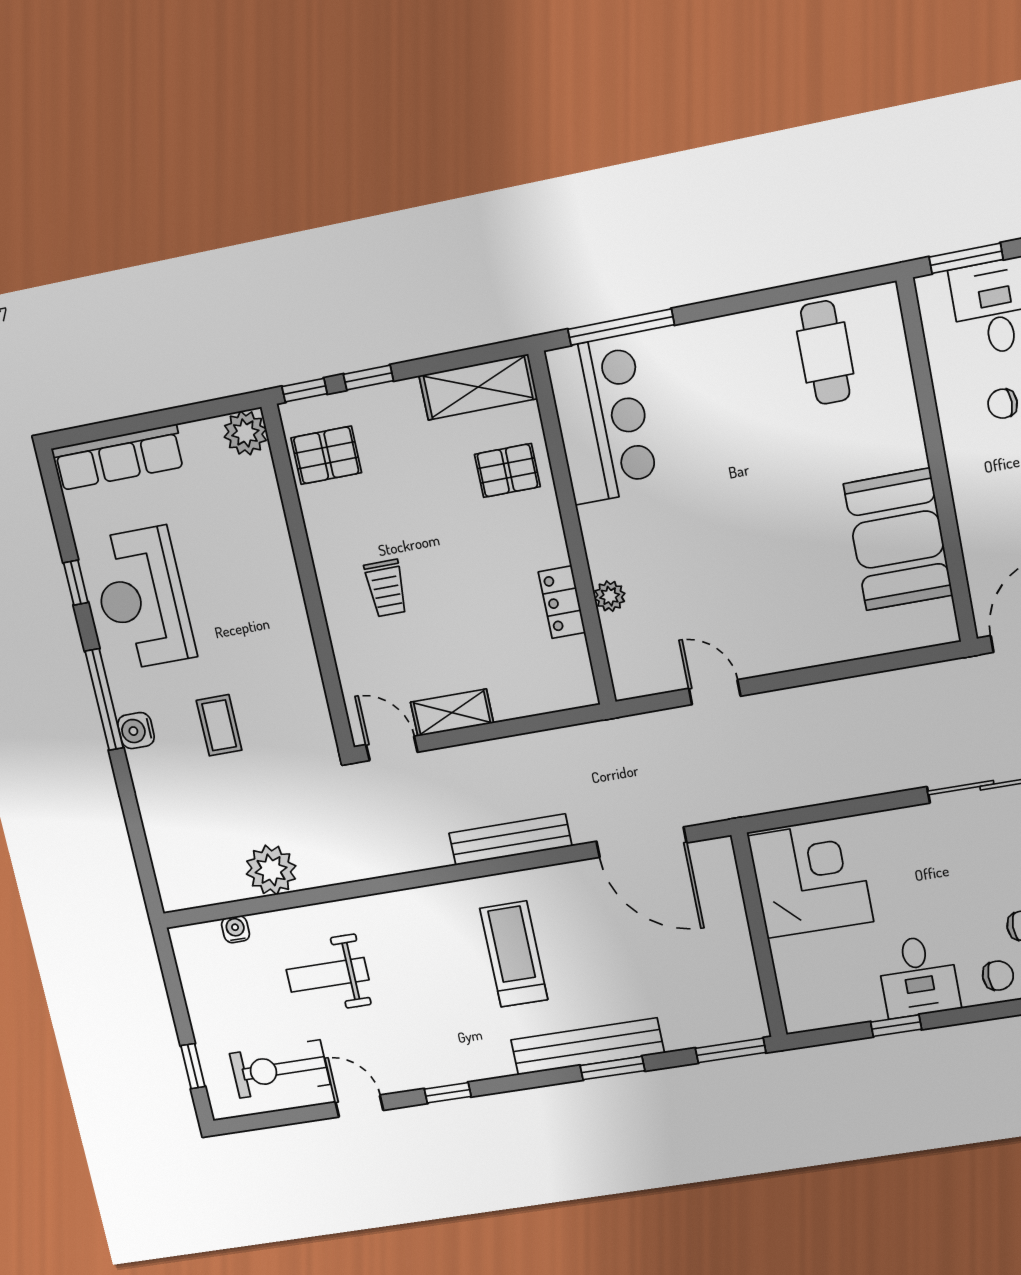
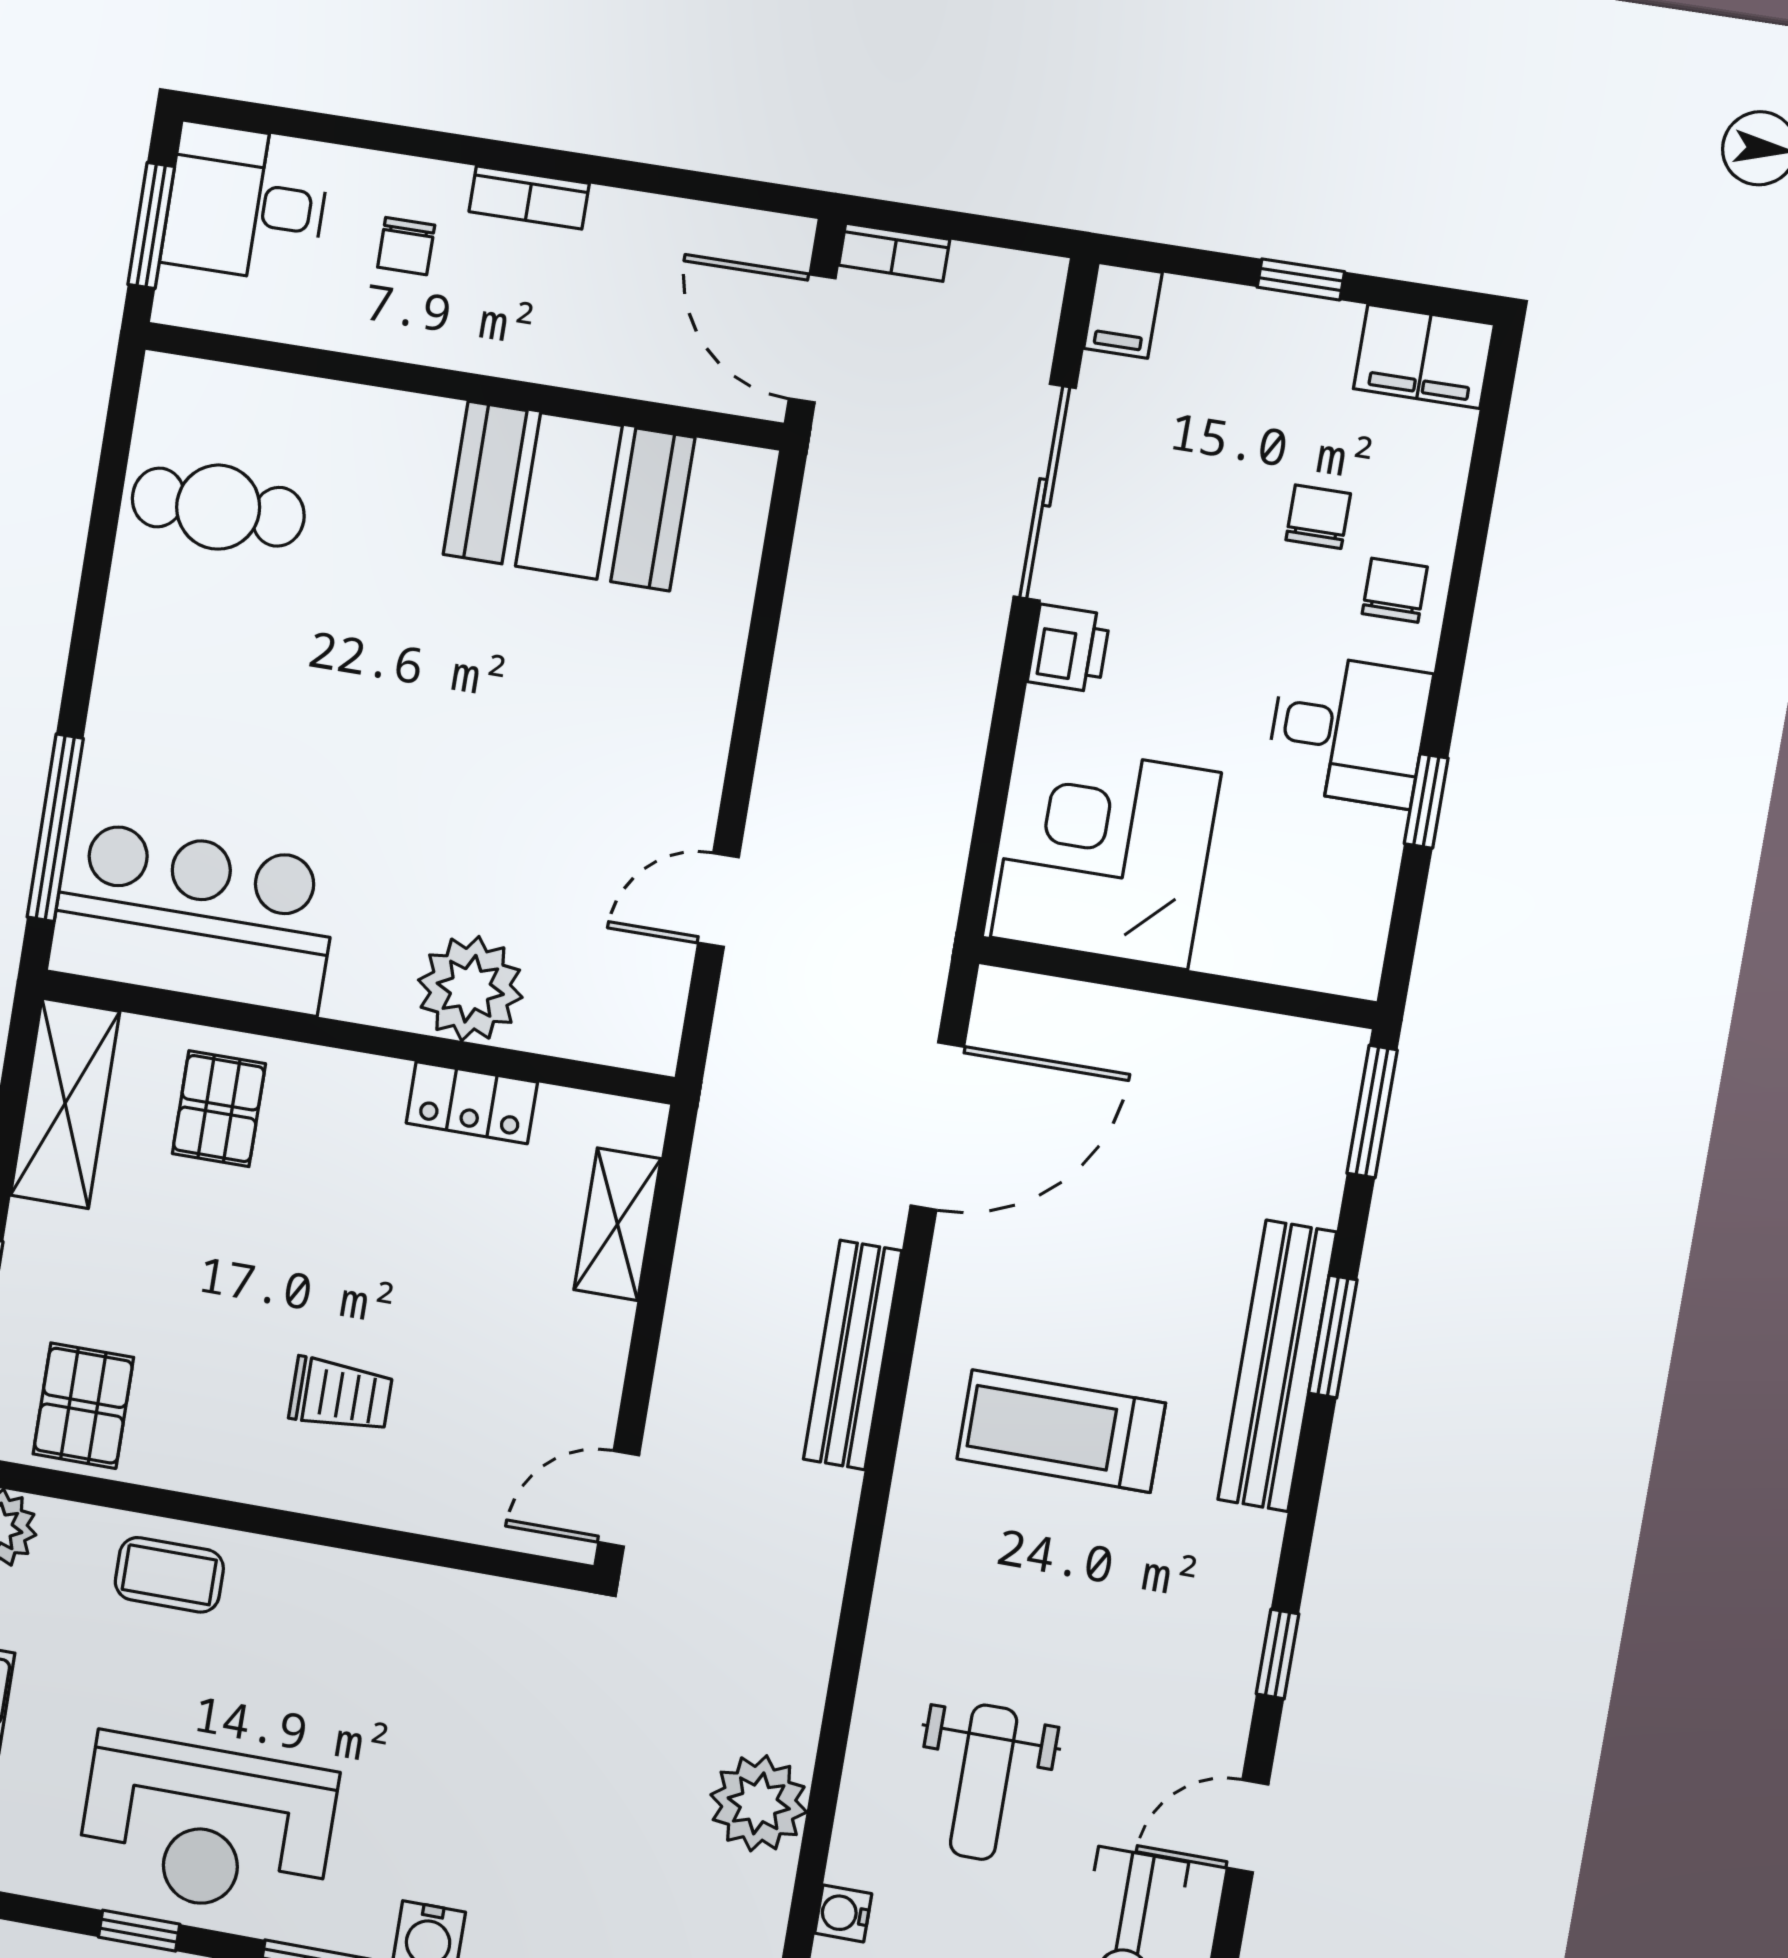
plant: (610, 596) -> (470, 989), width x1.88, depth x1.88
shelving: (452, 713) -> (617, 1224), moved
coffee table: (219, 725) -> (169, 1575), moved
printer: (910, 825) -> (1069, 648), added

